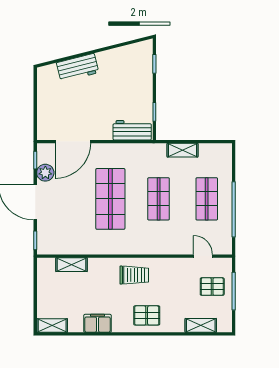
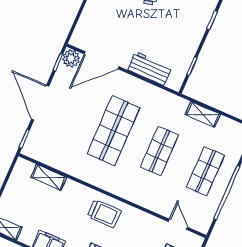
workbench: (132, 130) -> (150, 69), moved
plant: (45, 173) -> (71, 58), moved

